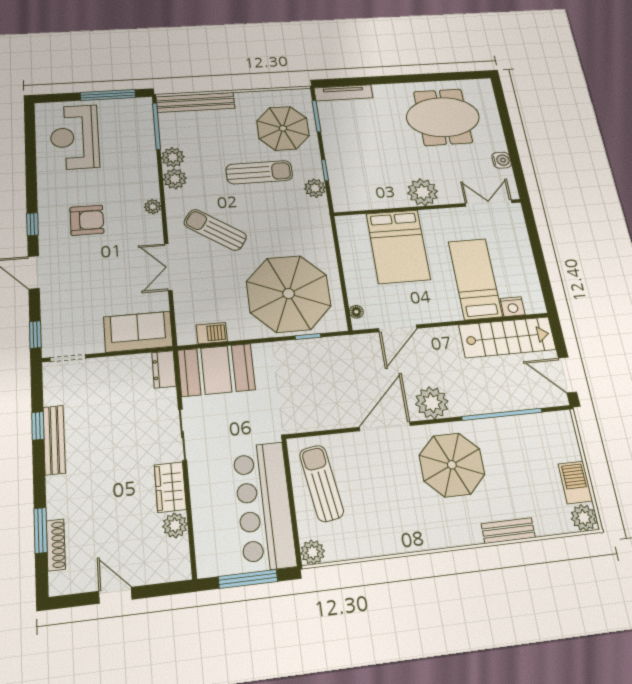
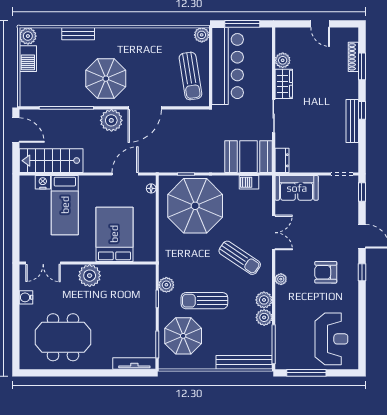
window: (38, 426) -> (362, 110), moved

